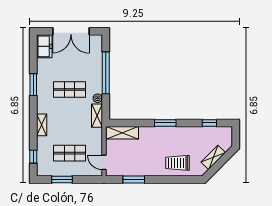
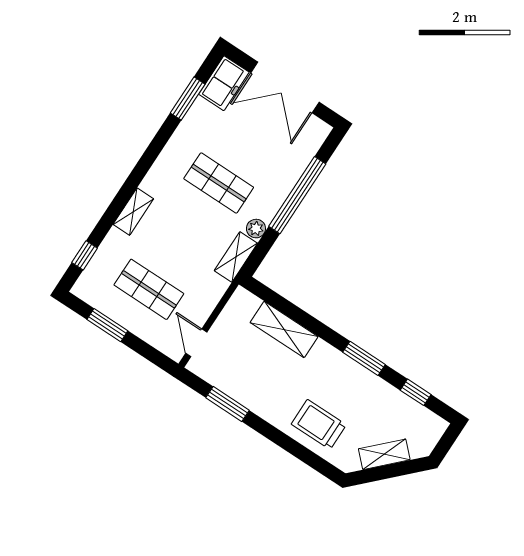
window: (33, 85) -> (188, 99), moved
window: (165, 123) -> (364, 358), moved
shelving: (122, 133) -> (284, 329), moved

